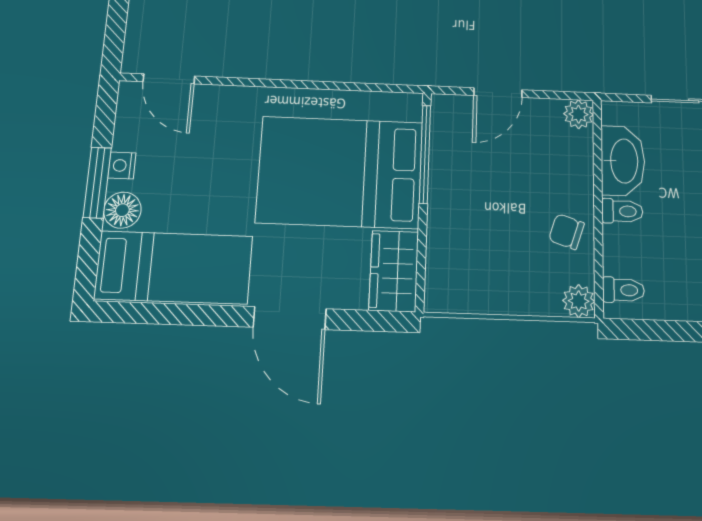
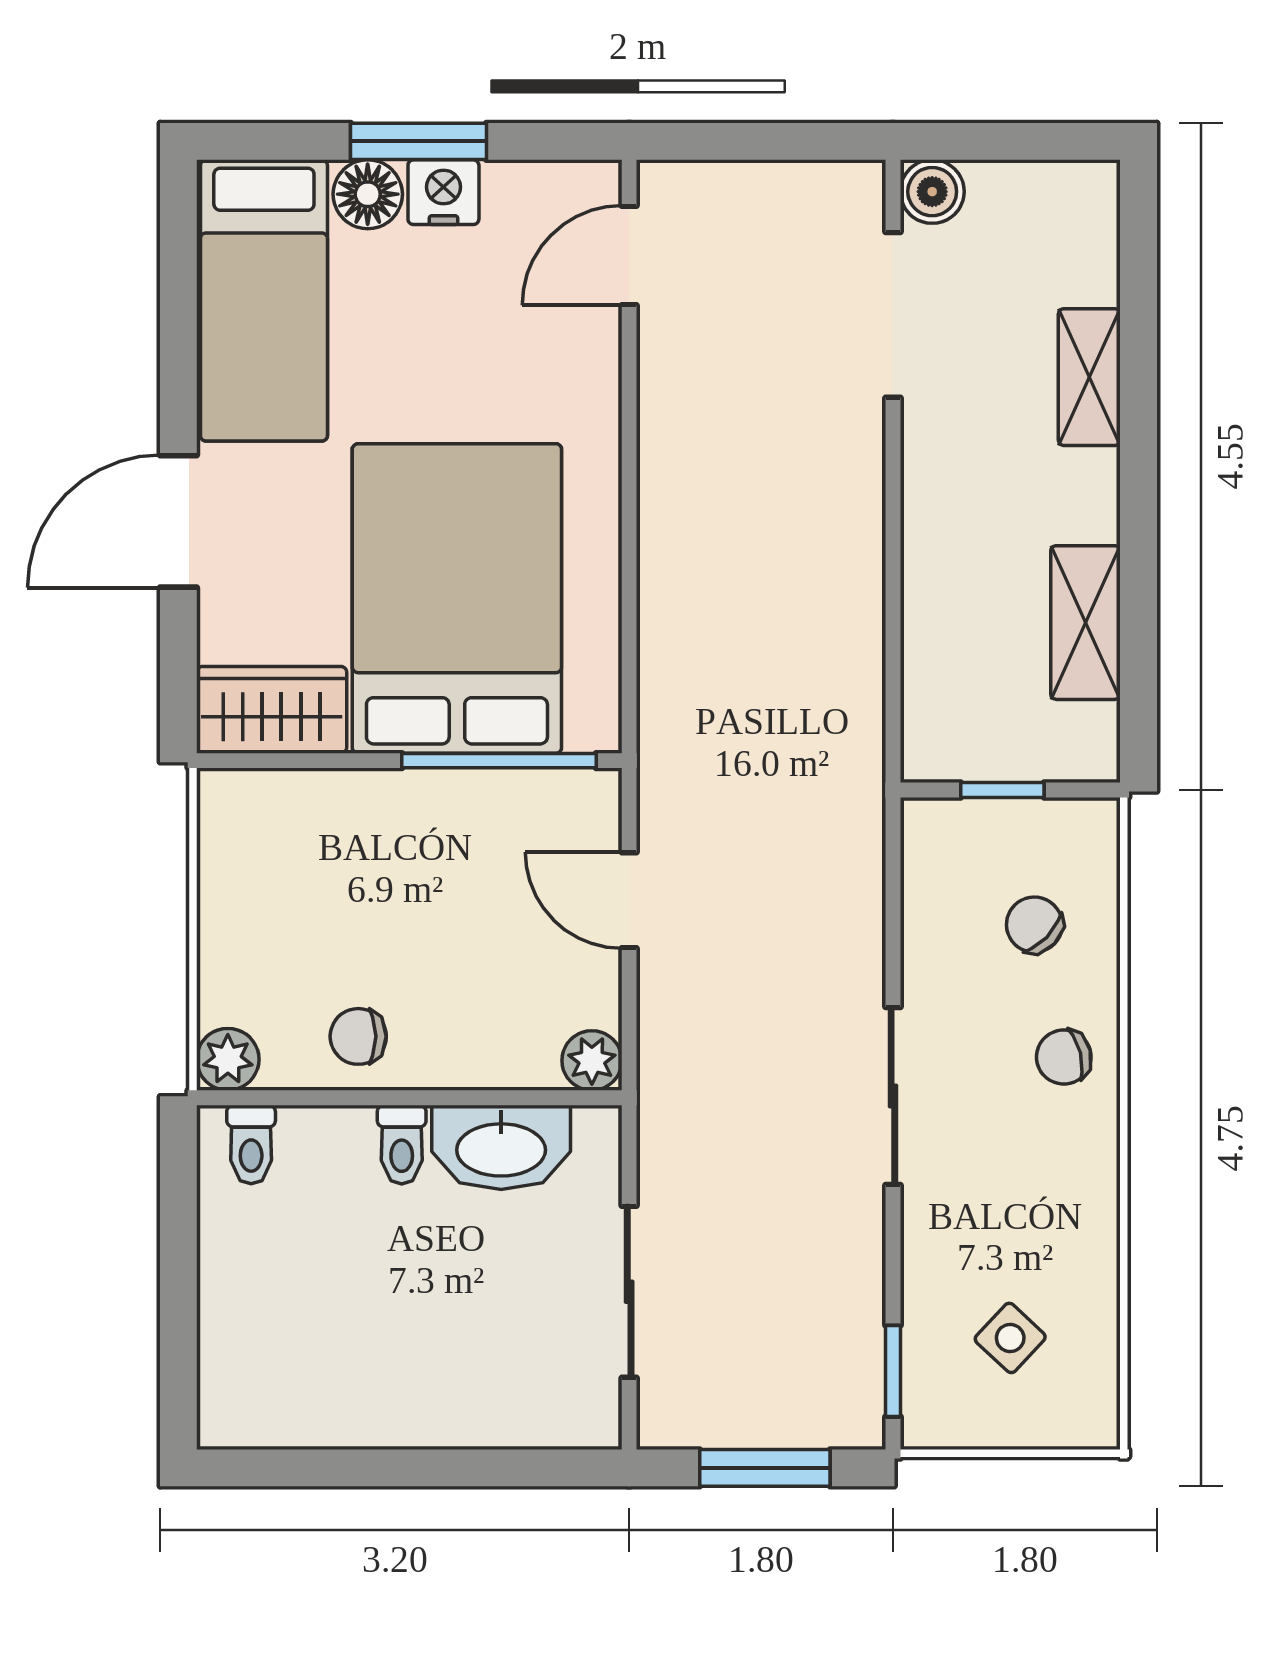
nightstand: (122, 165) -> (443, 192), width x1.39, depth x1.35
chair: (566, 232) -> (358, 1036), turned -108

